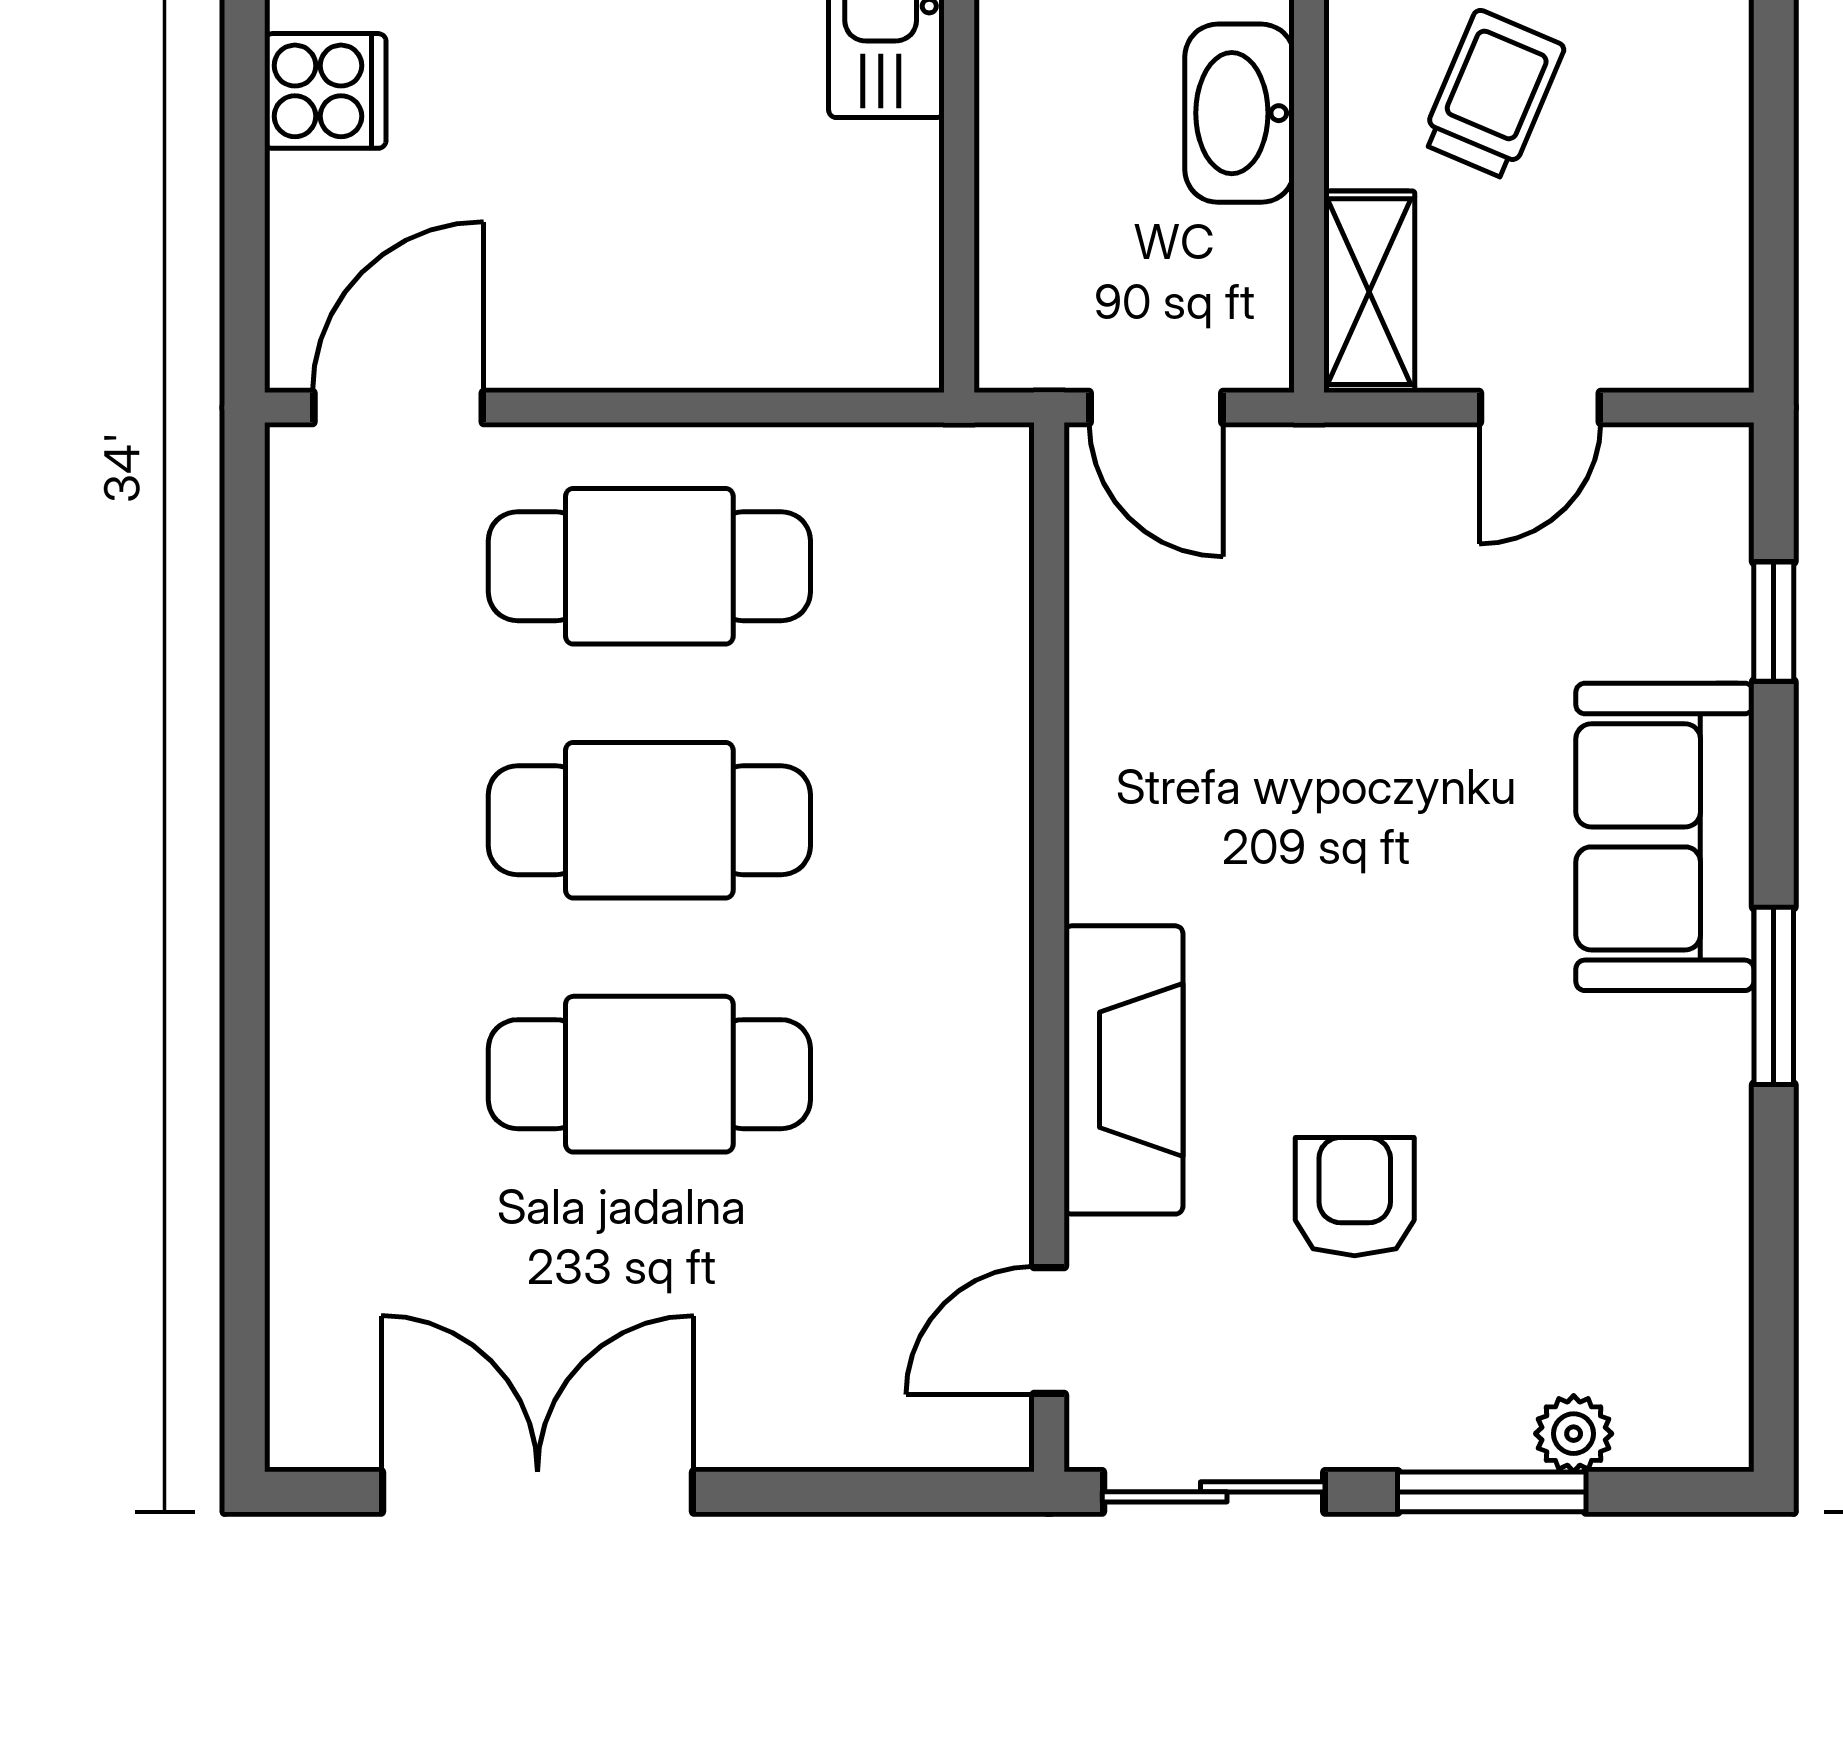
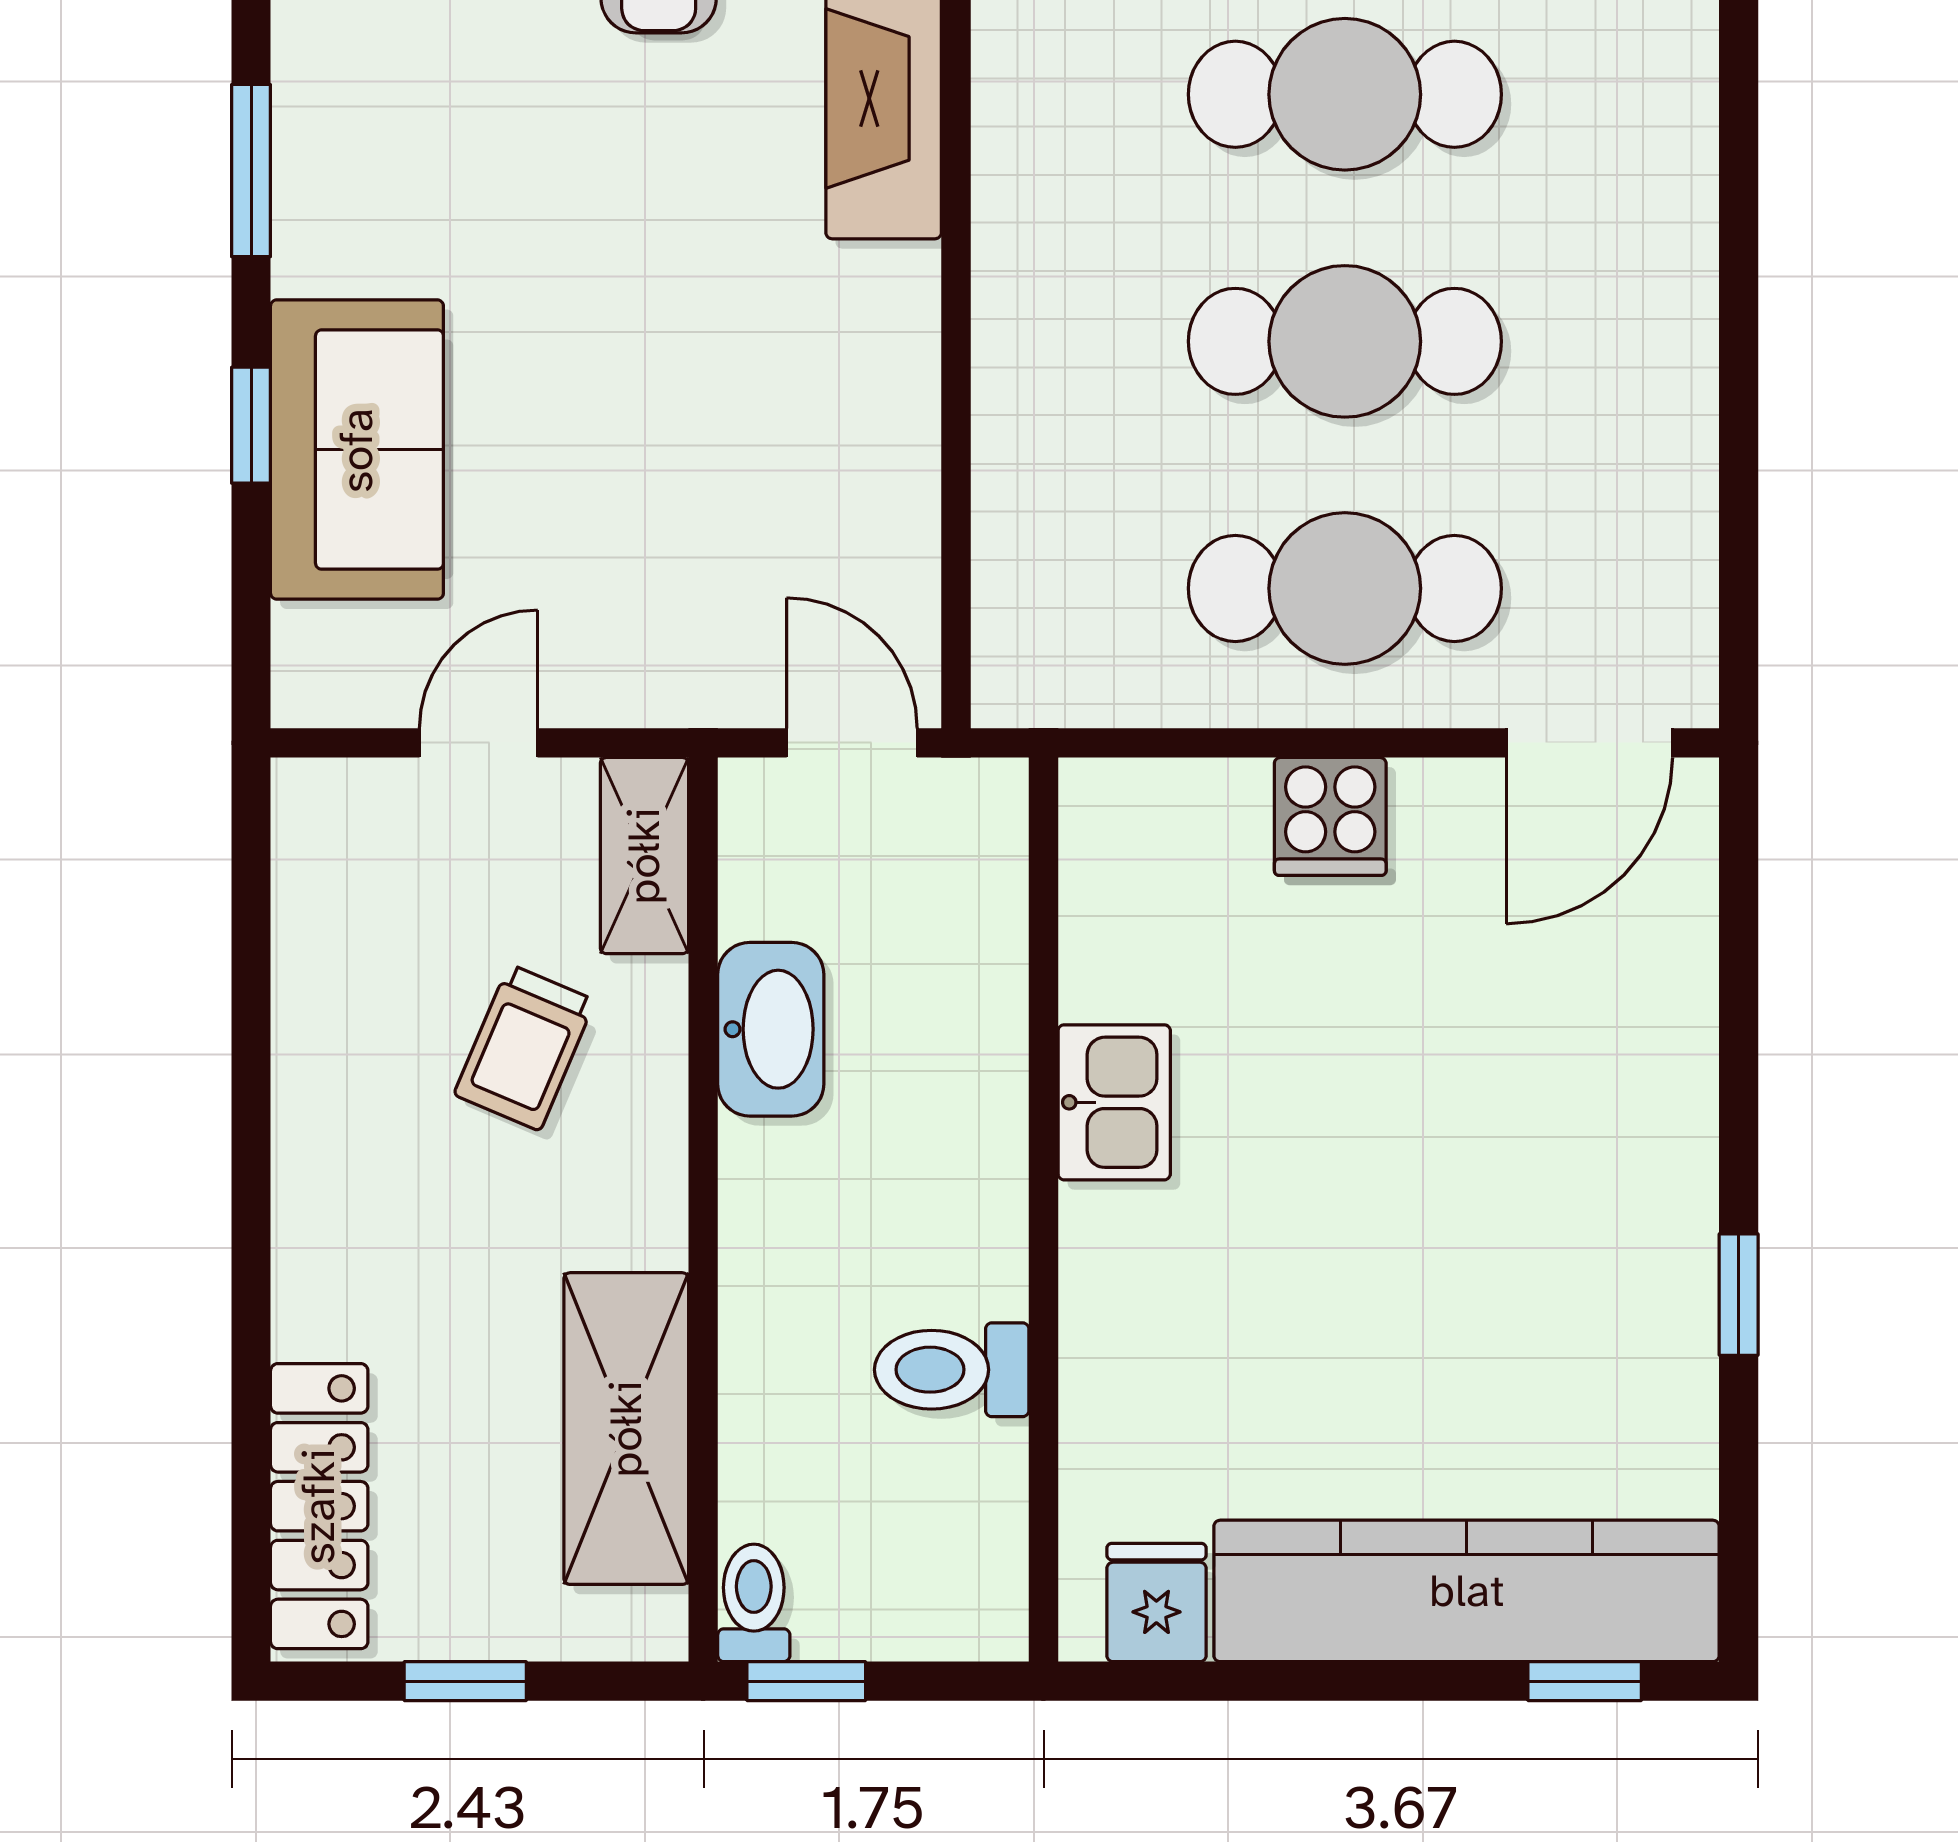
cooker: (325, 91) -> (1330, 816), moved, turned -90
window: (1774, 622) -> (251, 425), moved
sofa: (1665, 837) -> (357, 450), moved

